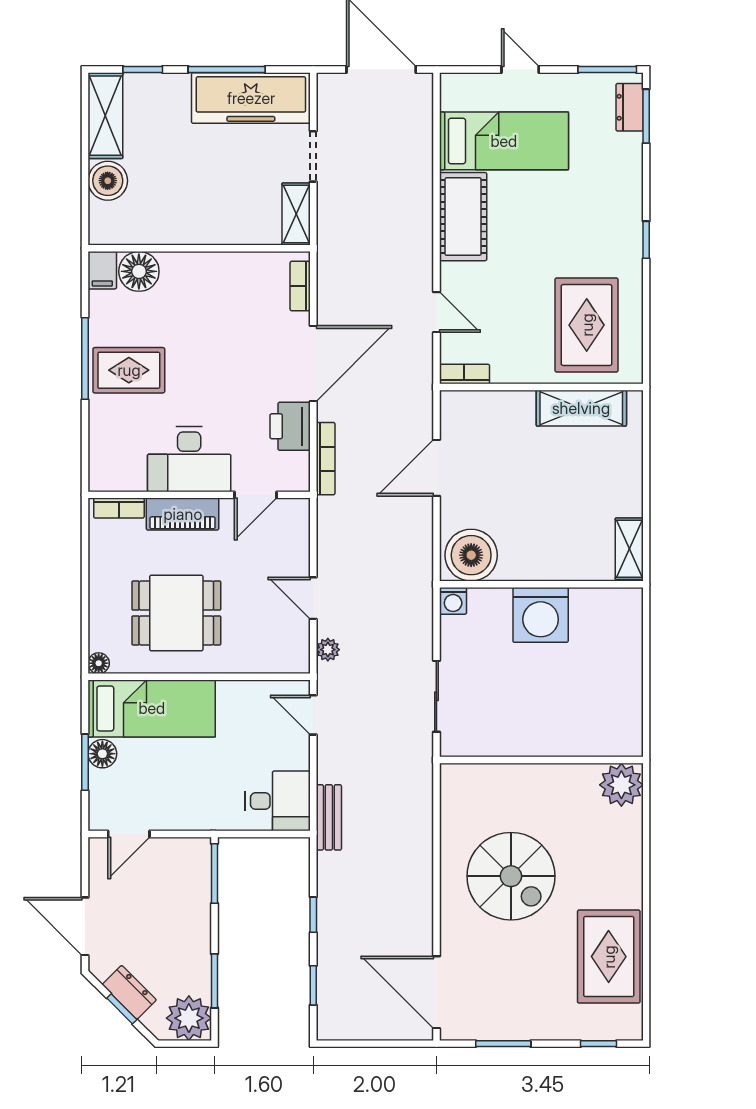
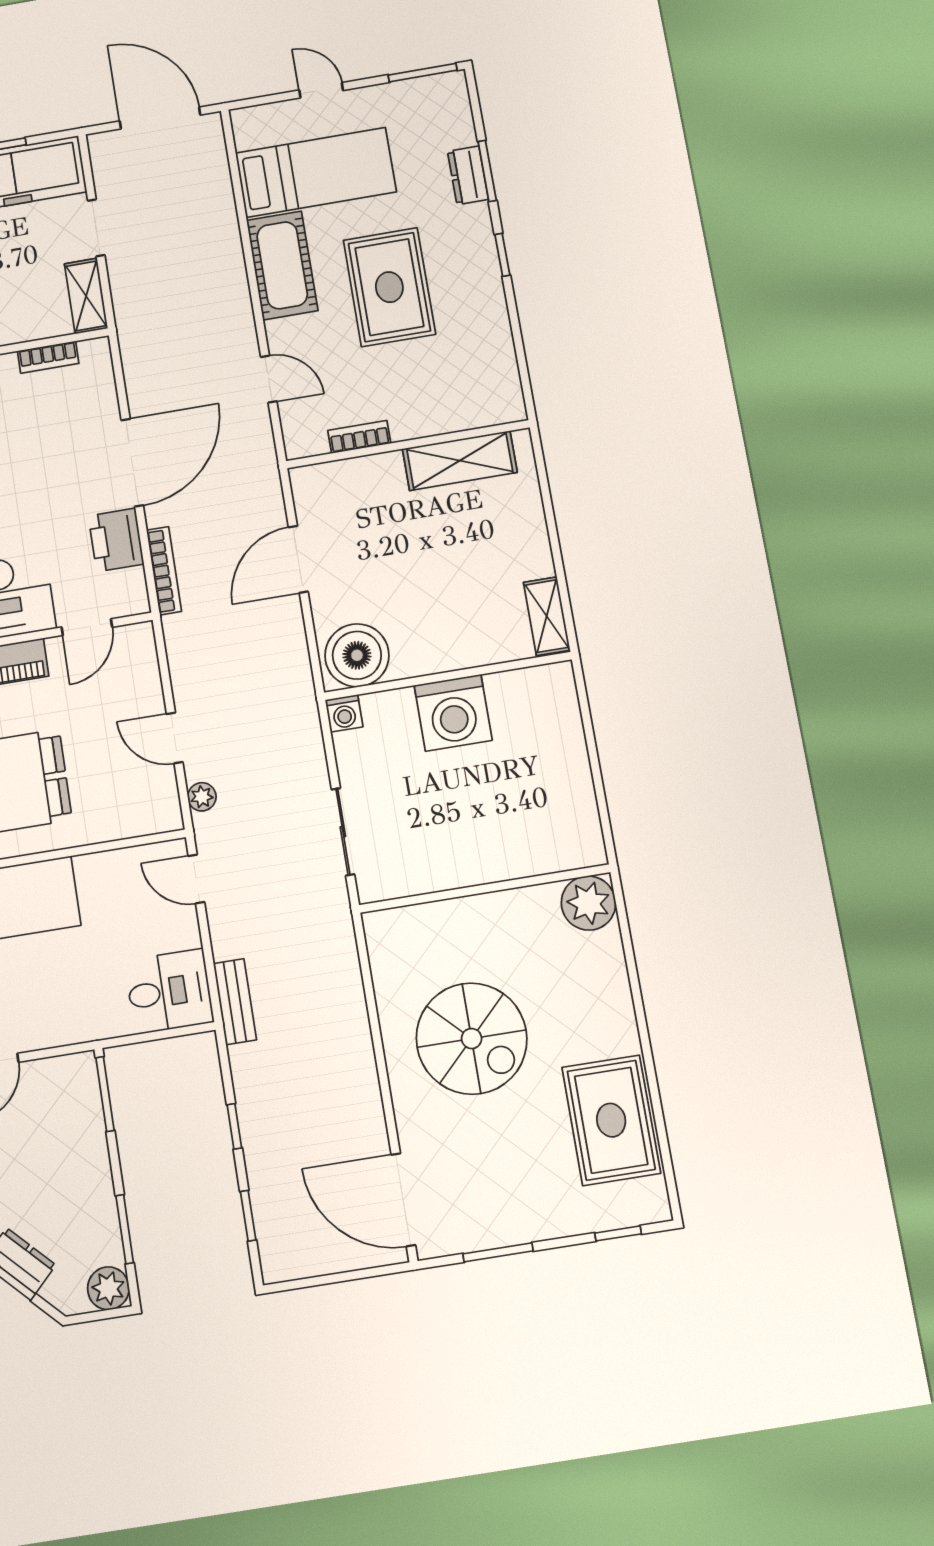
dresser: (630, 107) -> (468, 175), moved
window: (646, 116) -> (487, 171), moved
bookcase: (300, 286) -> (48, 357), moved, turned -90
rug: (587, 325) -> (389, 287), moved
bookcase: (464, 374) -> (359, 437), moved
plant: (189, 1018) -> (108, 1288), width x0.73, depth x0.73

